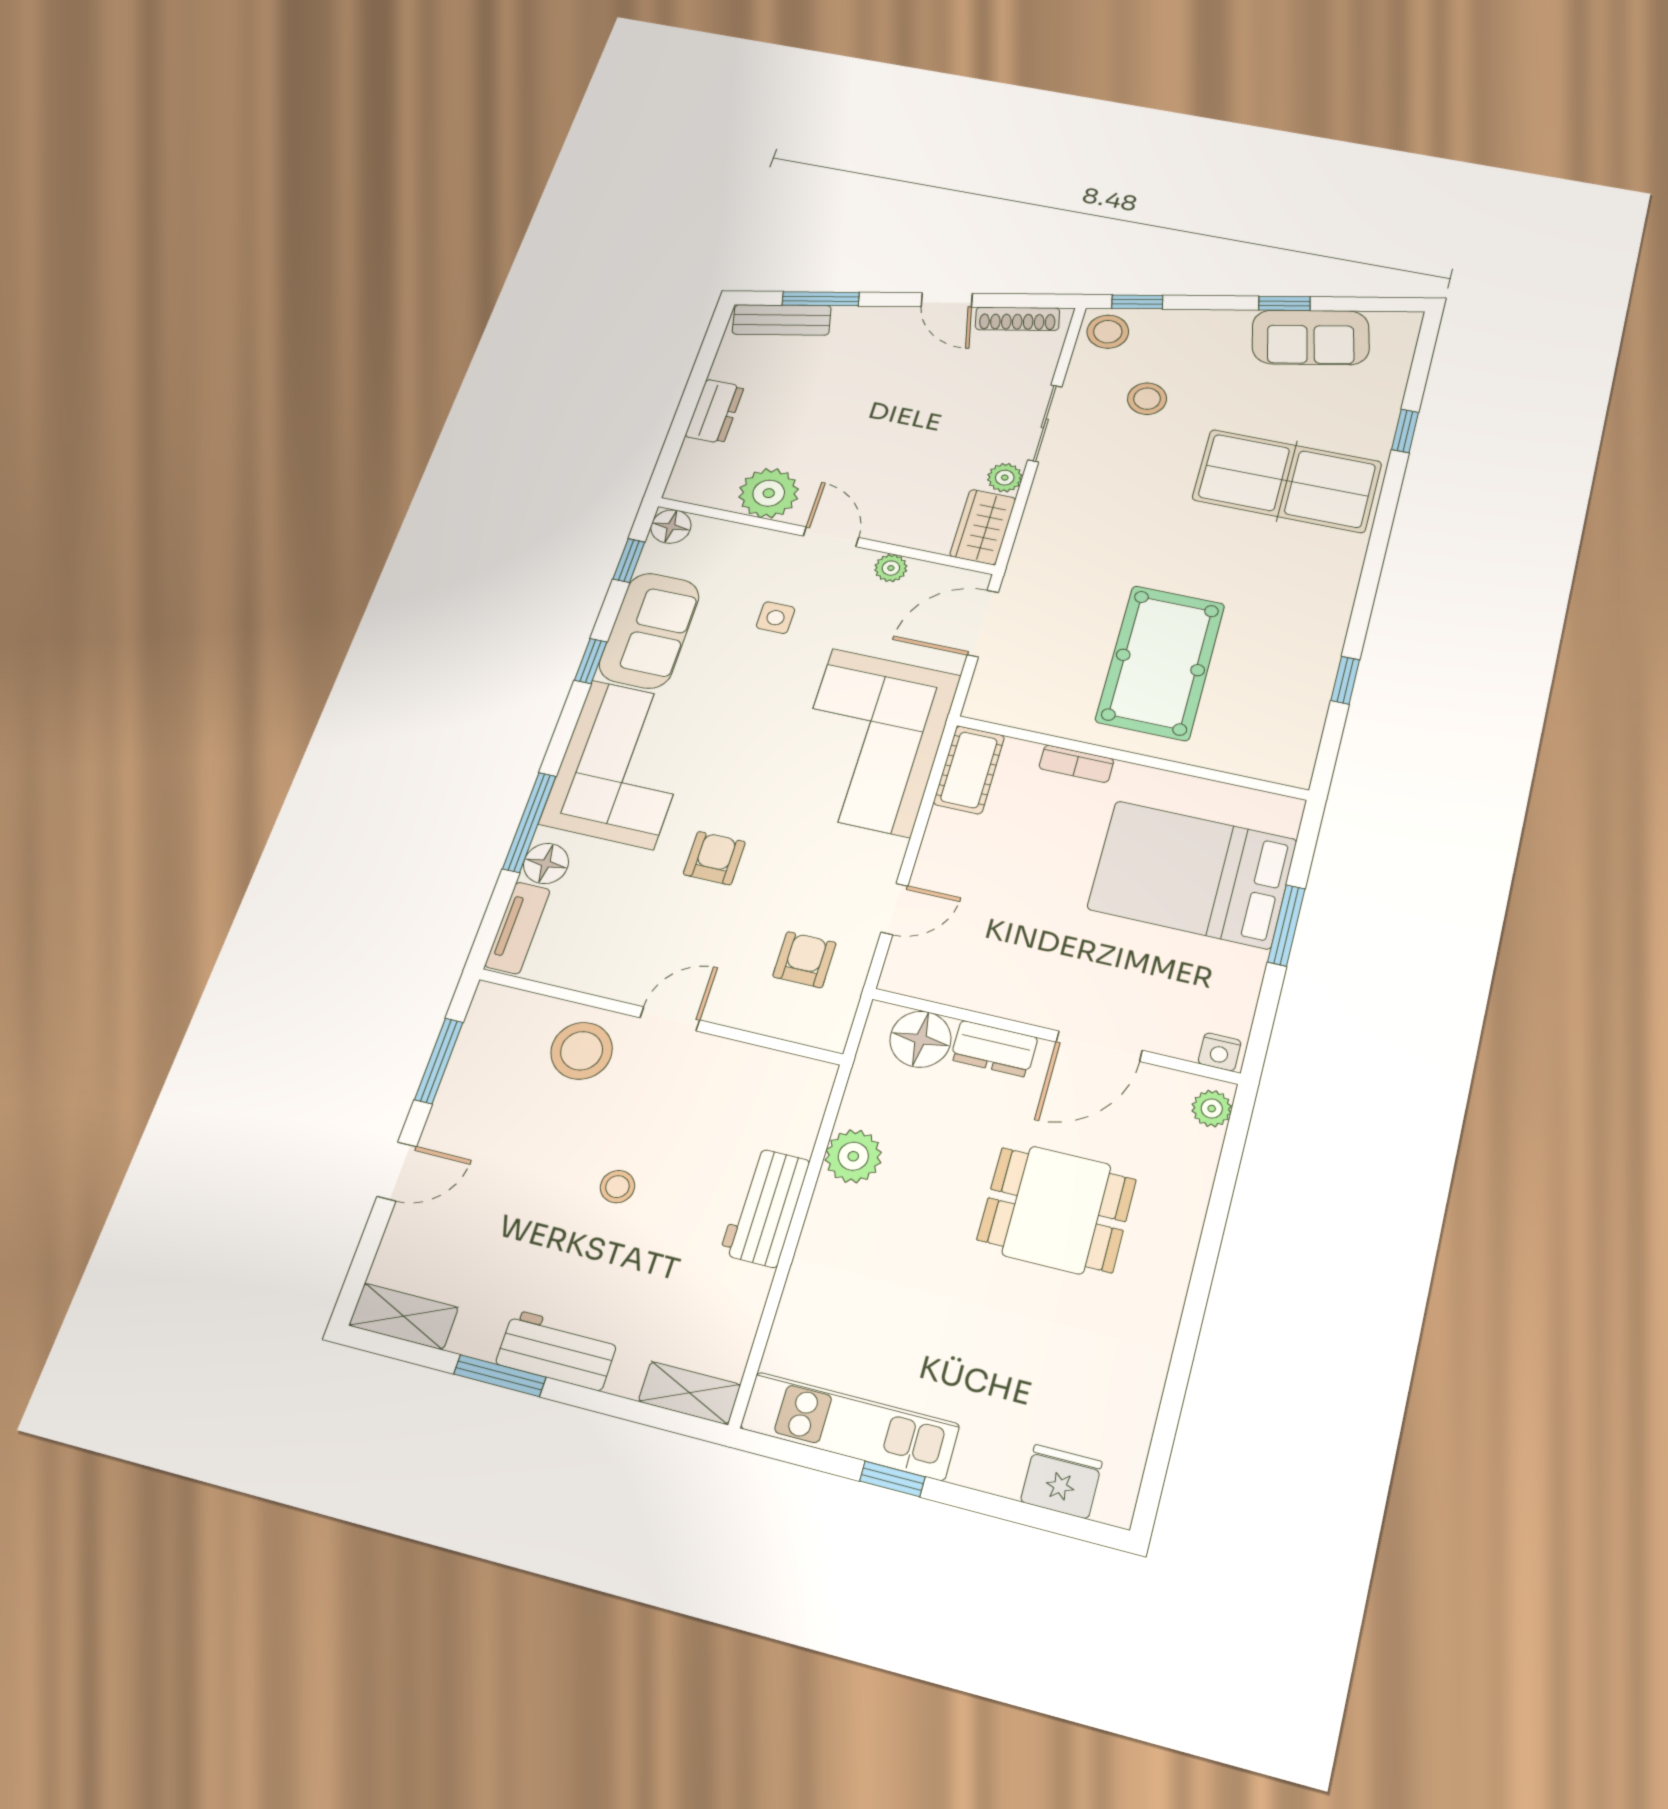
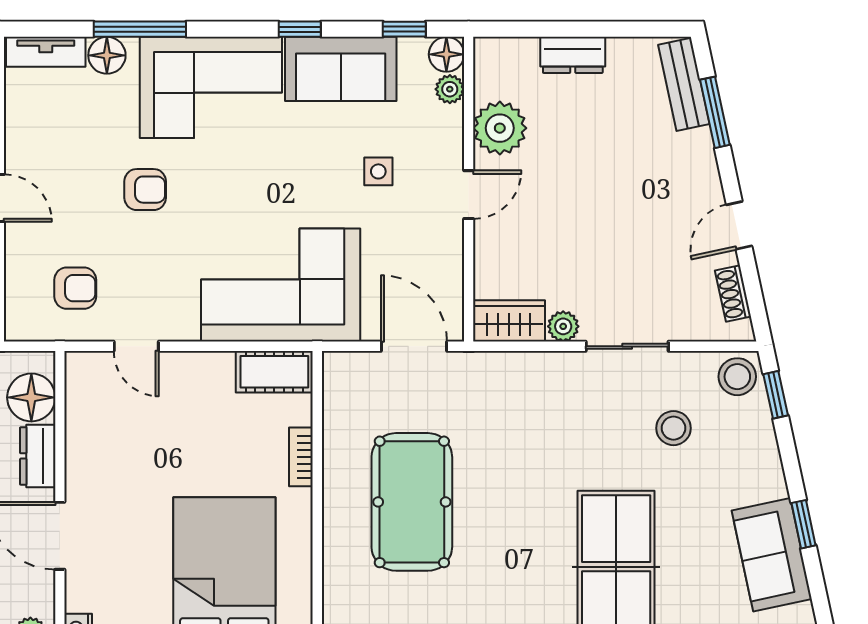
shoe rack: (1017, 319) -> (733, 294), width x0.70
plant: (891, 568) -> (450, 89), moved
pool table: (1160, 662) -> (412, 502), turned 90

